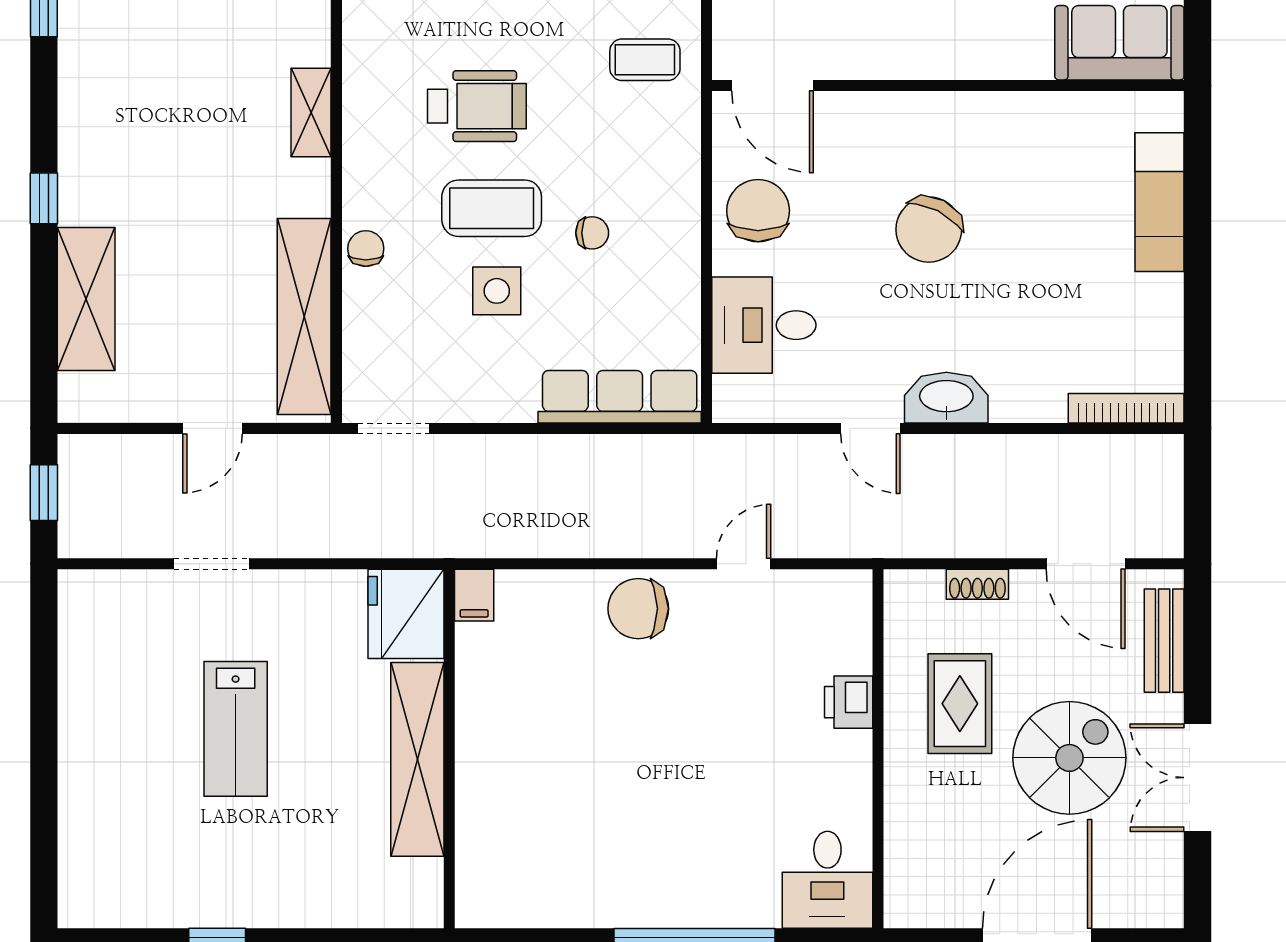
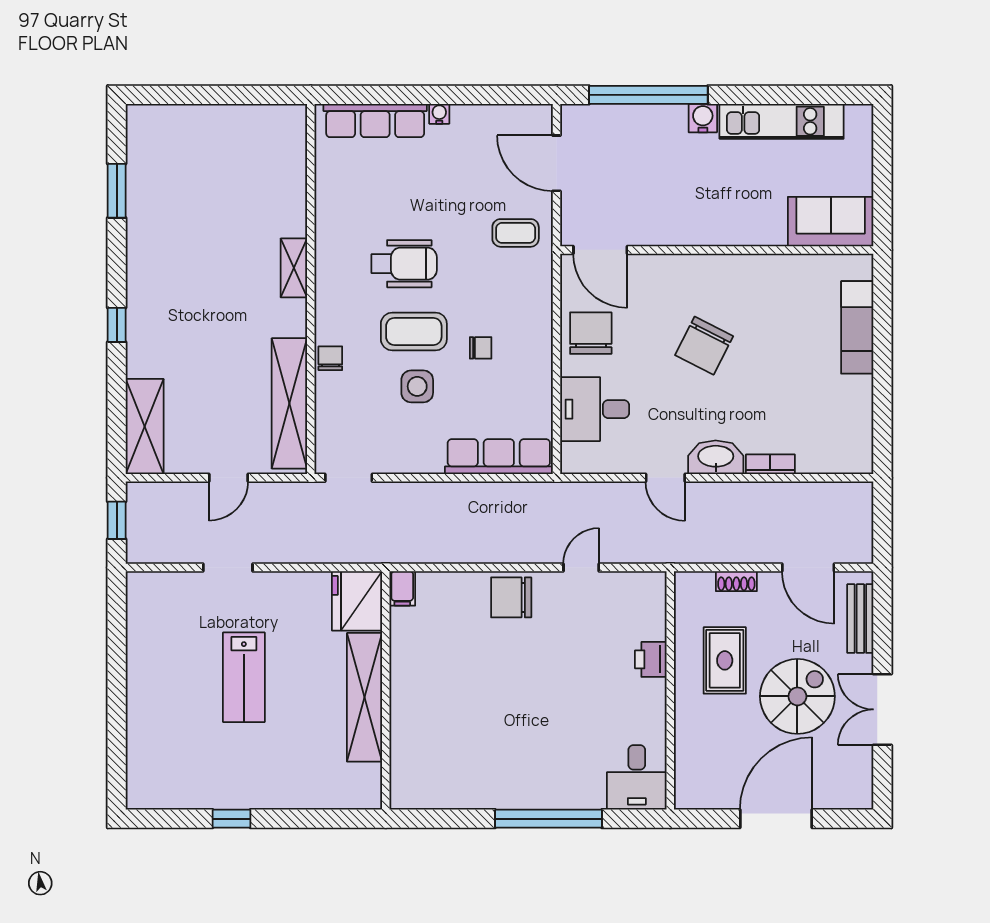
shelving: (86, 299) -> (145, 427), moved
bookcase: (1126, 408) -> (770, 464), moved, width x0.64

